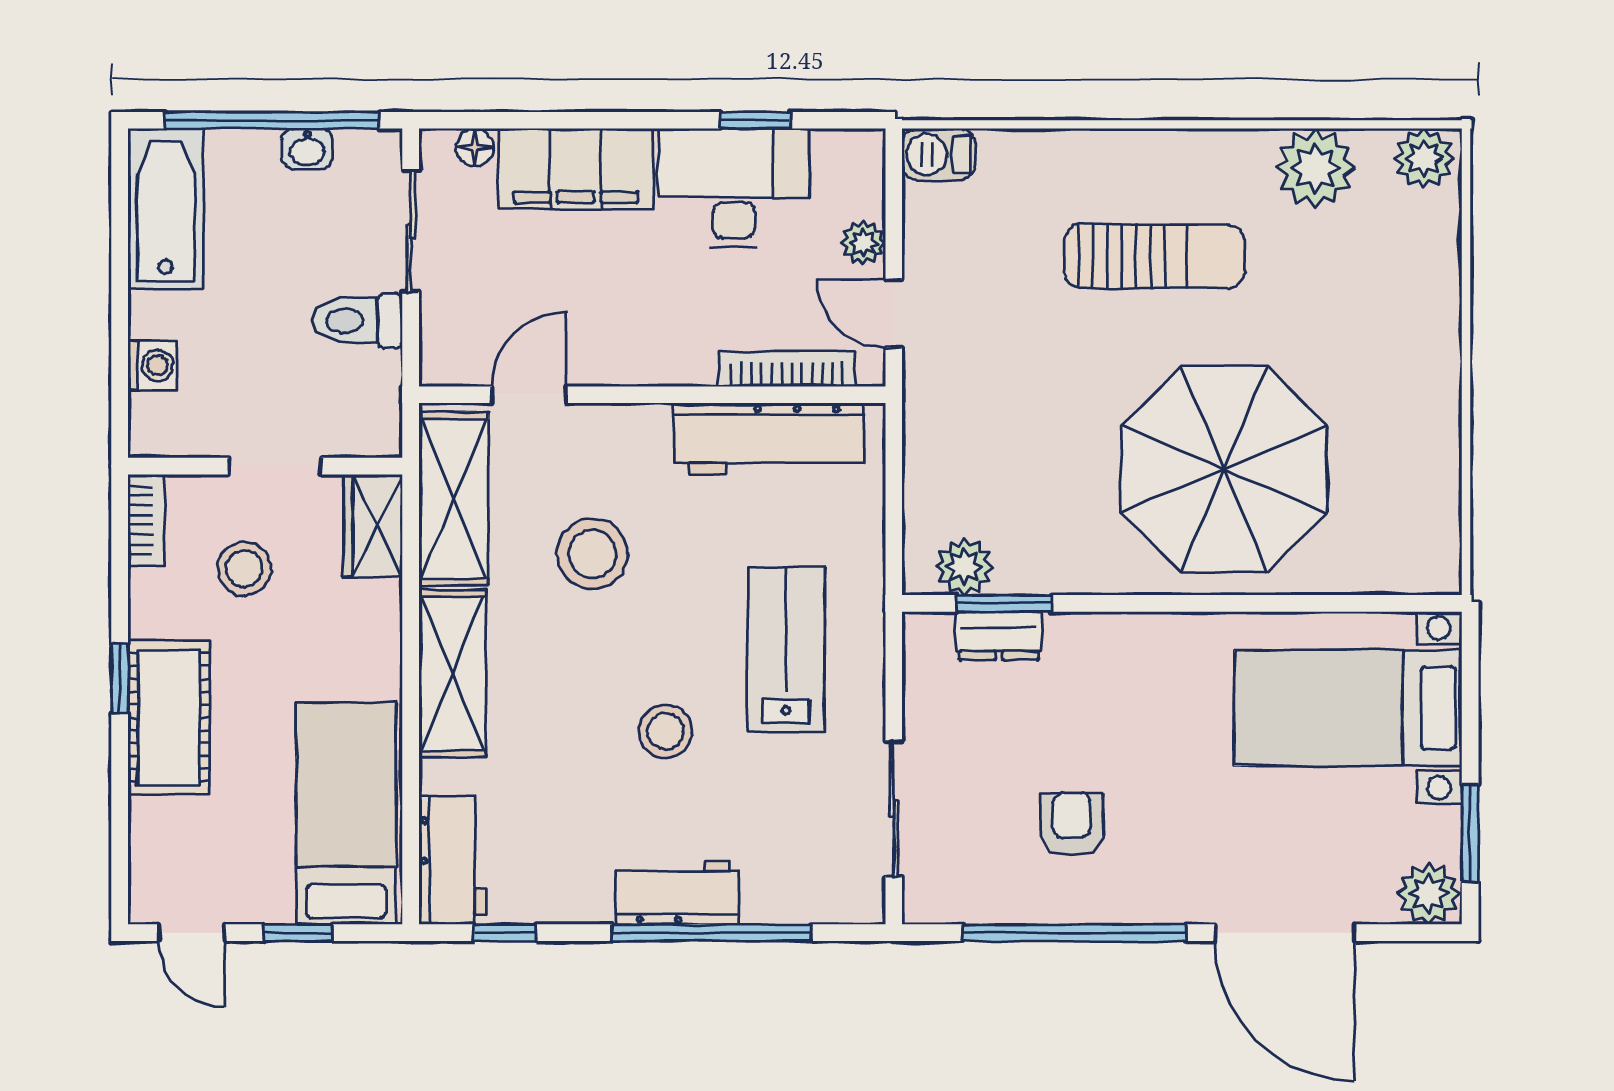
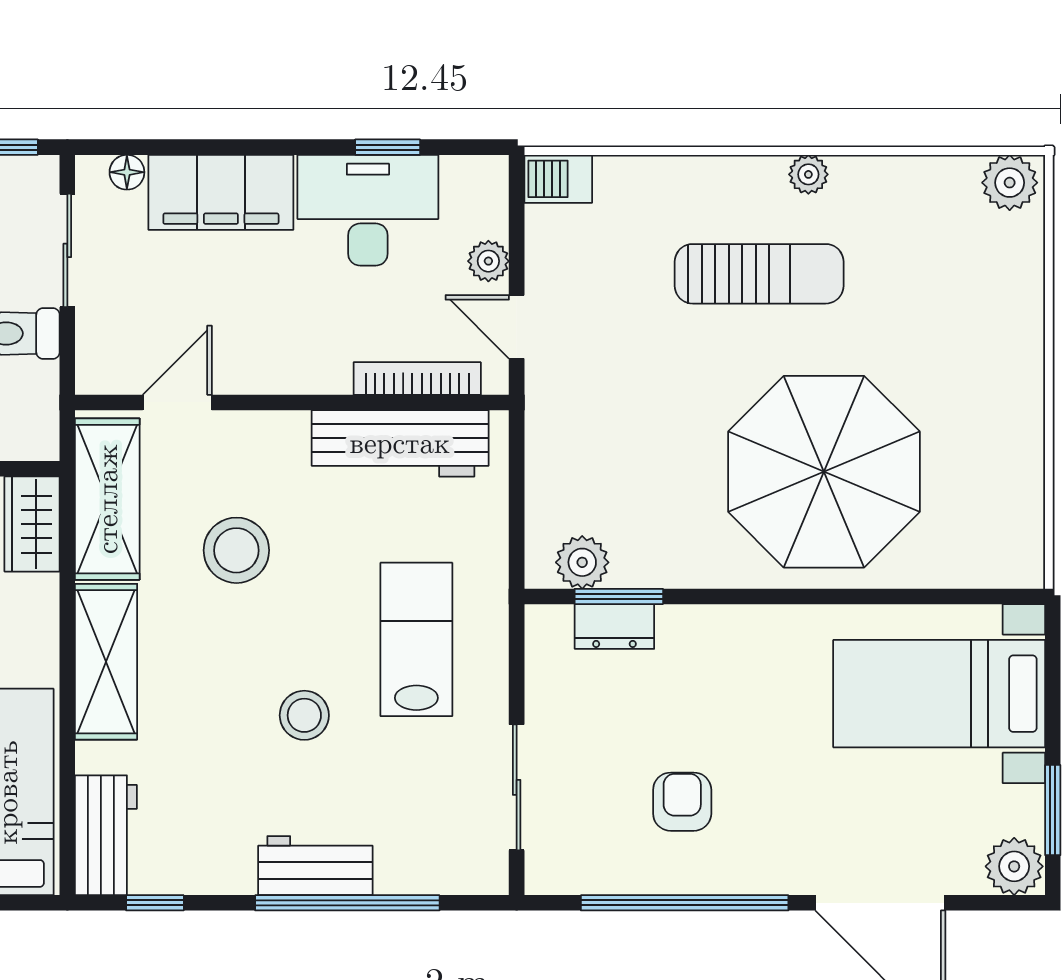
plant: (1315, 168) -> (808, 174), moved, width x0.53, depth x0.53

